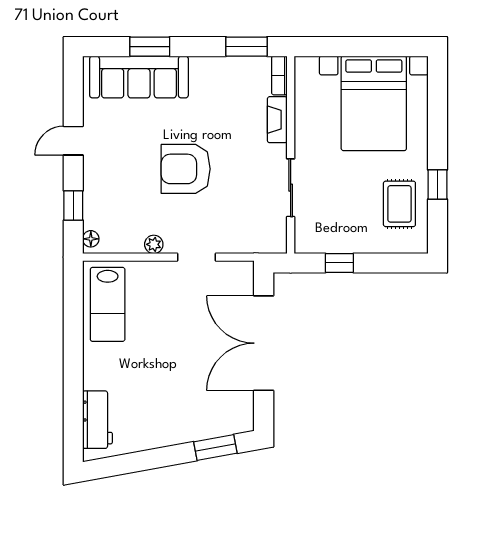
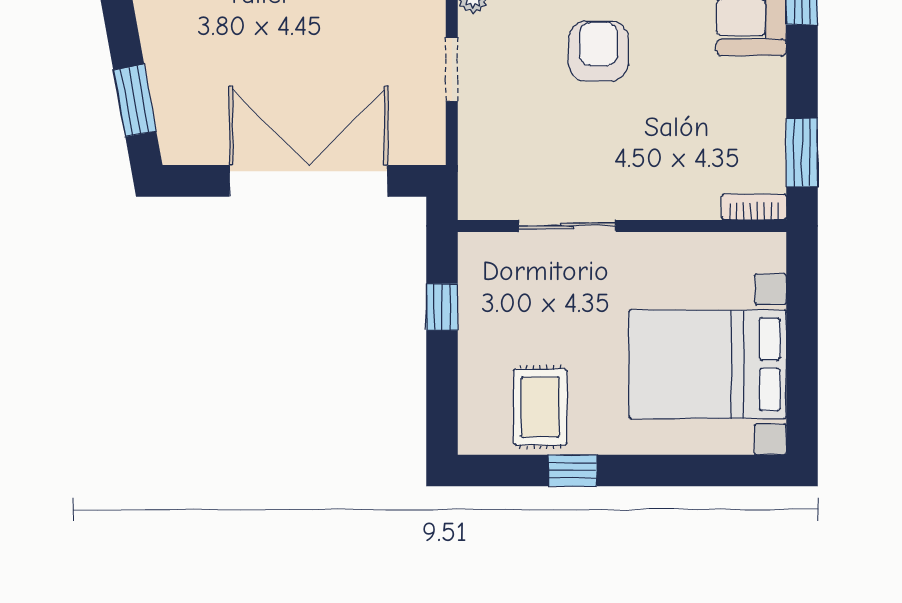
fireplace: (277, 120) -> (680, 204), removed
armchair: (186, 169) -> (598, 51), width x0.73, depth x0.73
rug: (399, 204) -> (540, 407), turned 90

